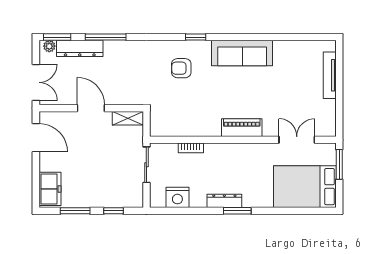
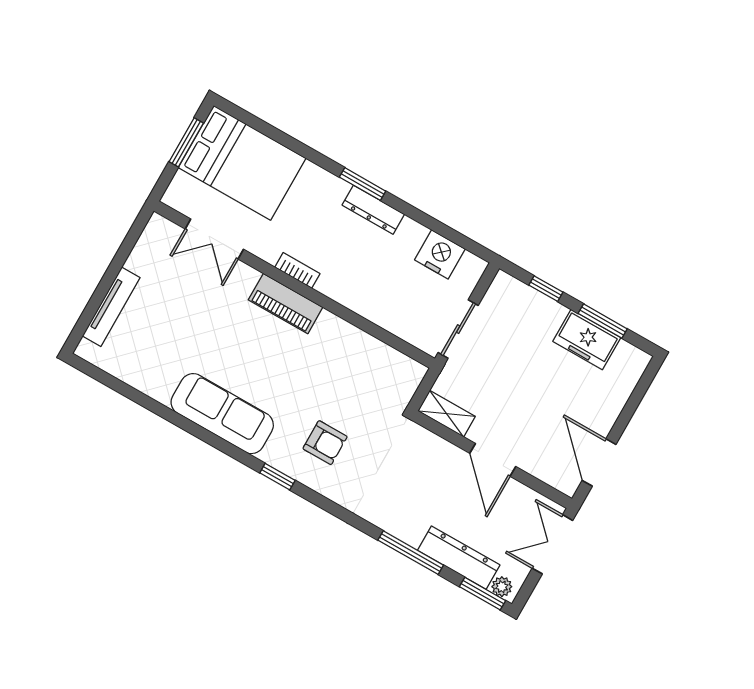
bookcase: (191, 148) -> (297, 270), moved
window: (339, 164) -> (186, 142), moved
freezer: (50, 189) -> (587, 340), moved, turned -90

